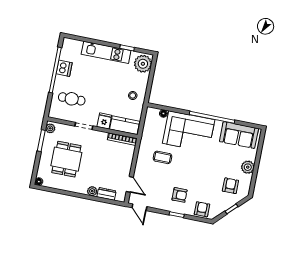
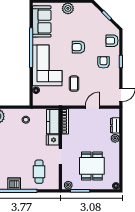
dining table: (66, 159) -> (92, 166), turned 90
door: (130, 184) -> (92, 107), moved
armchair: (230, 186) -> (79, 47), moved

